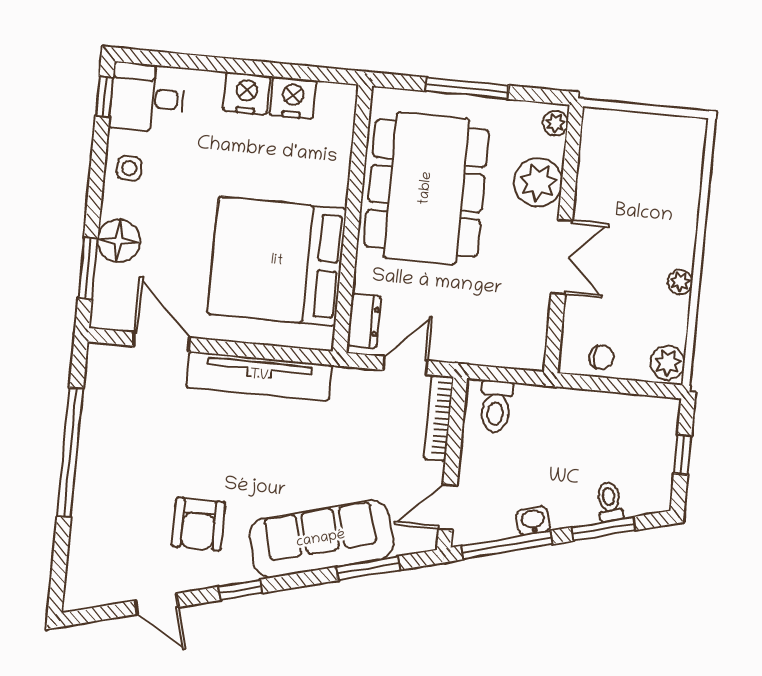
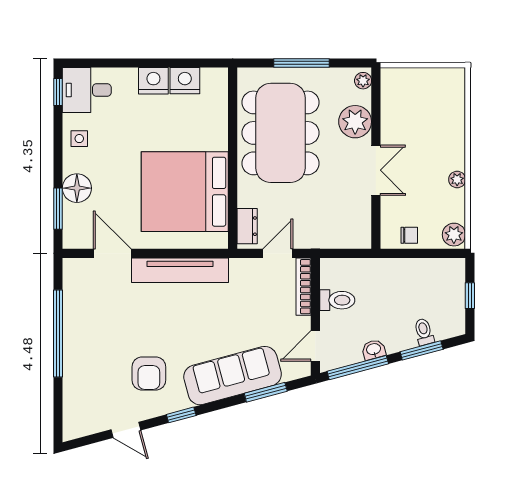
toilet: (496, 407) -> (337, 300), moved, turned -90

